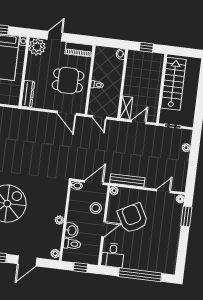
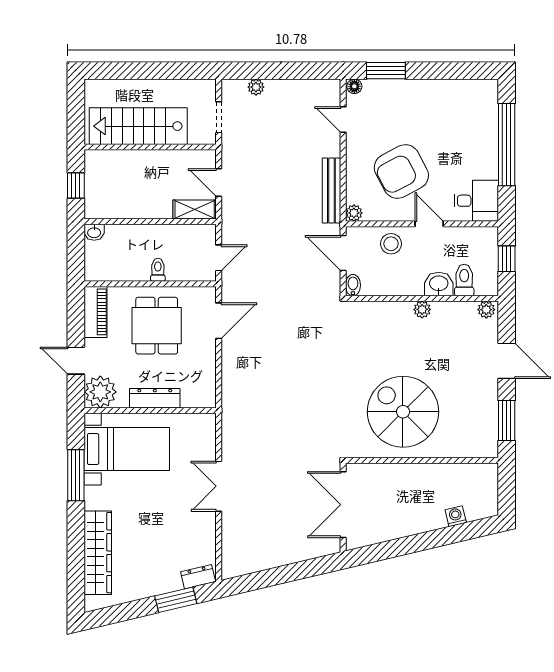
dresser: (28, 94) -> (155, 398), moved

